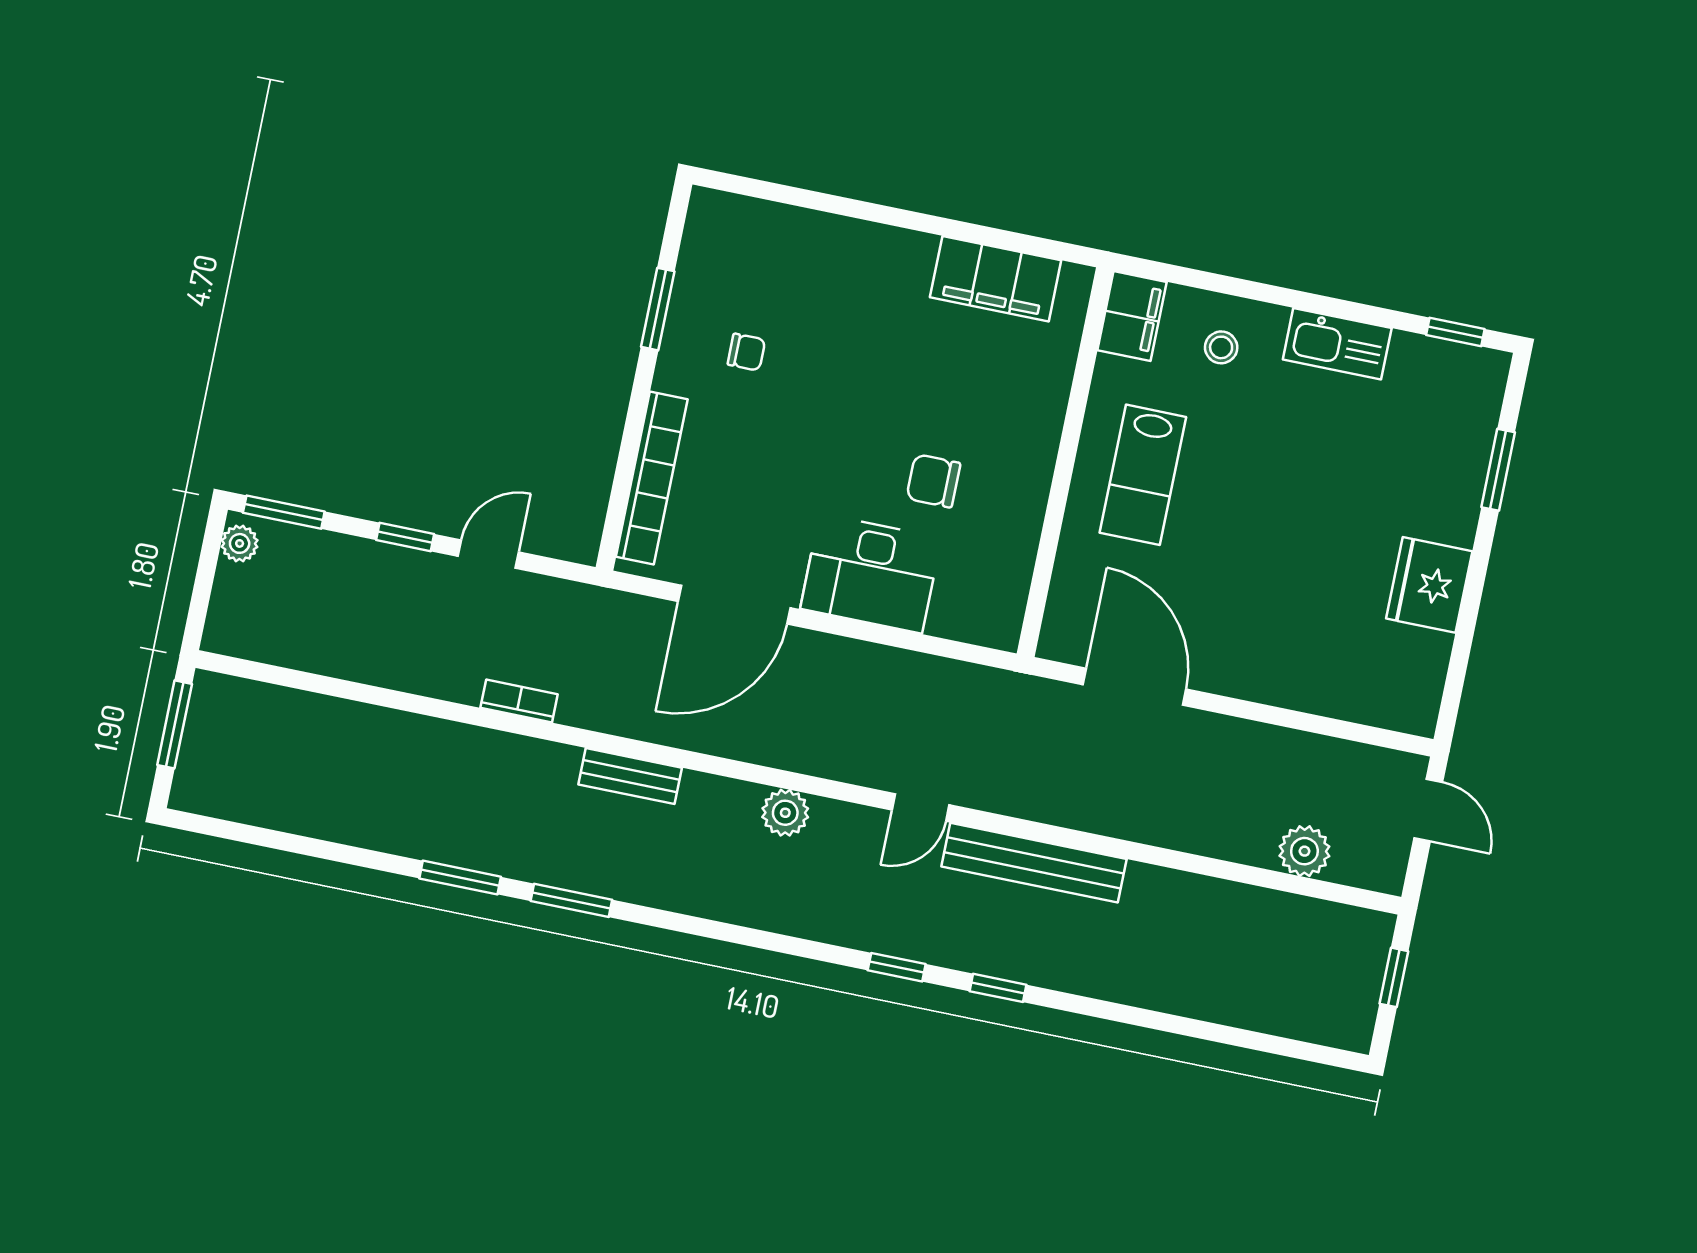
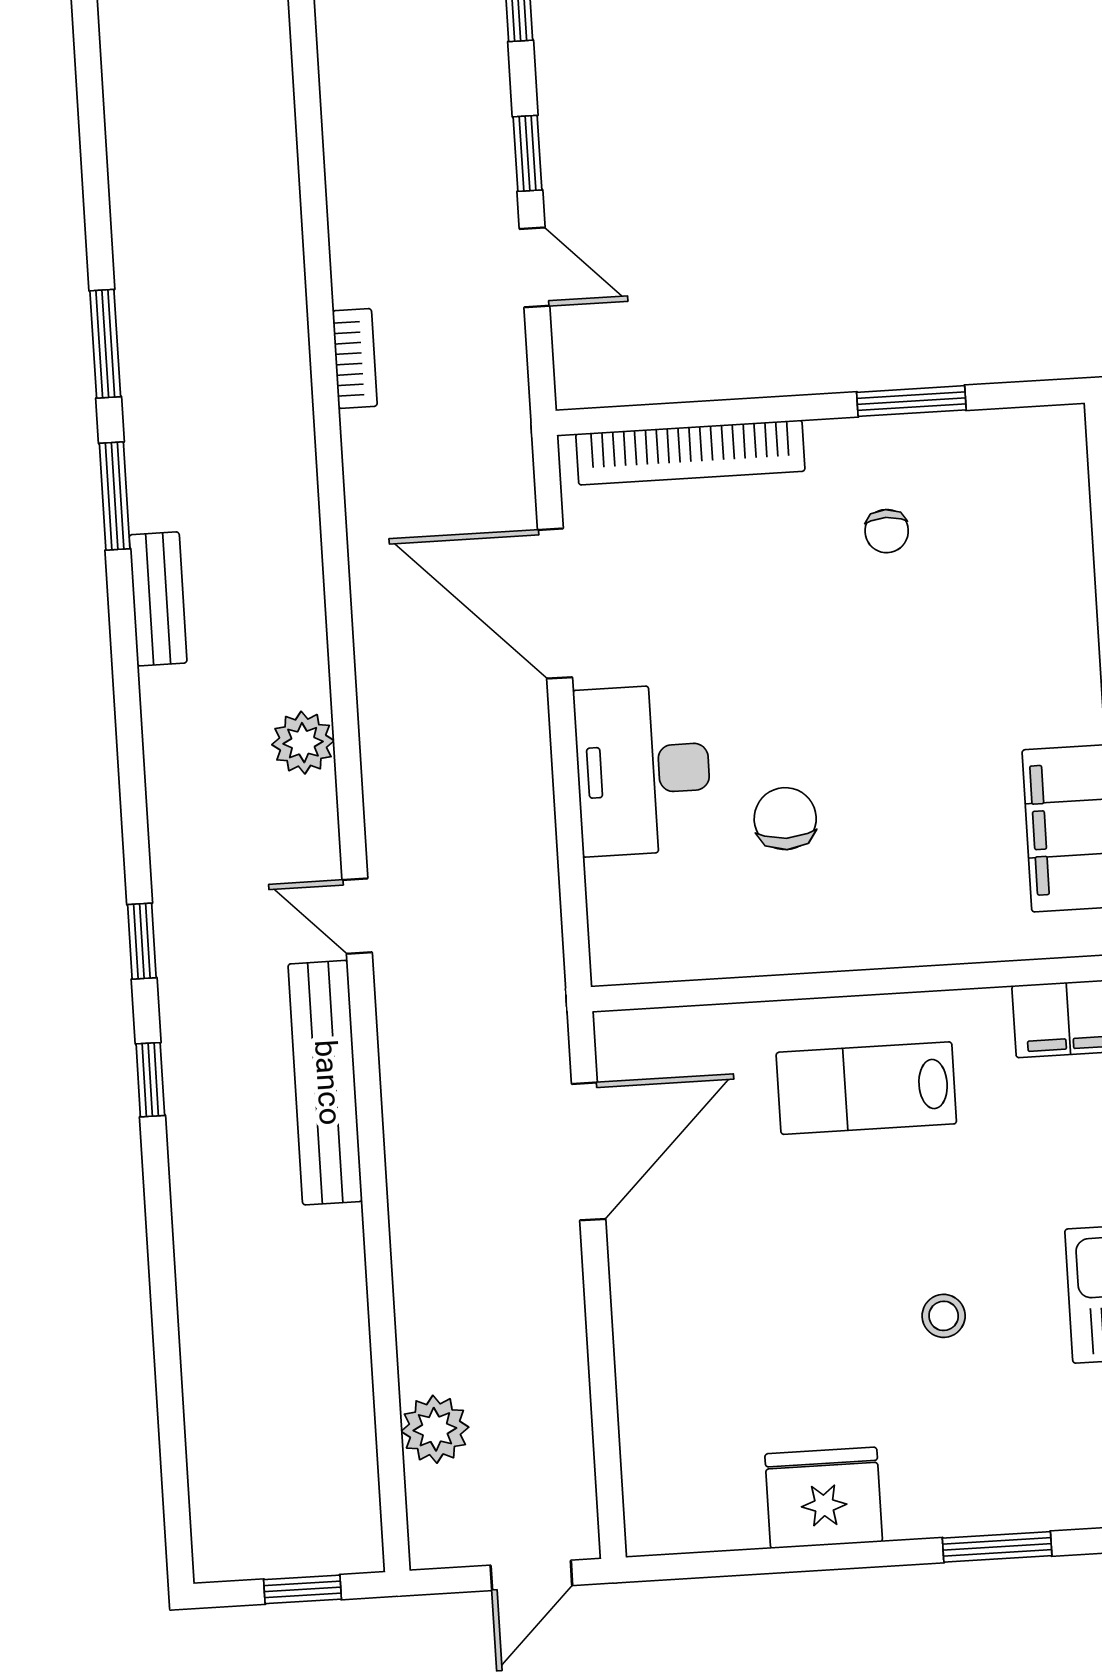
stool: (1221, 347) -> (944, 1316), moved
bench: (630, 776) -> (158, 599), moved

